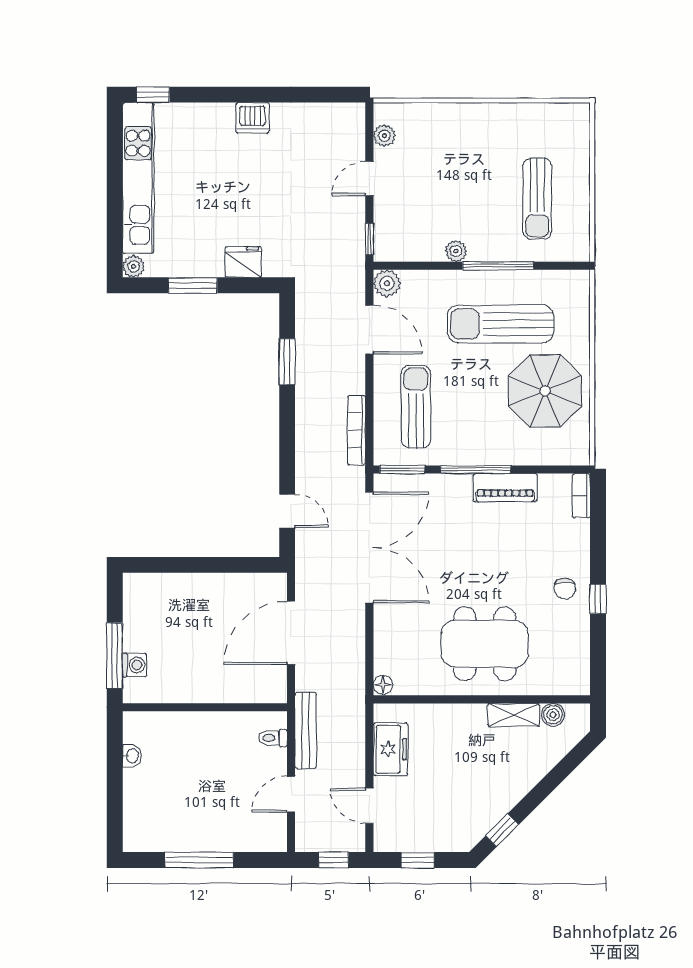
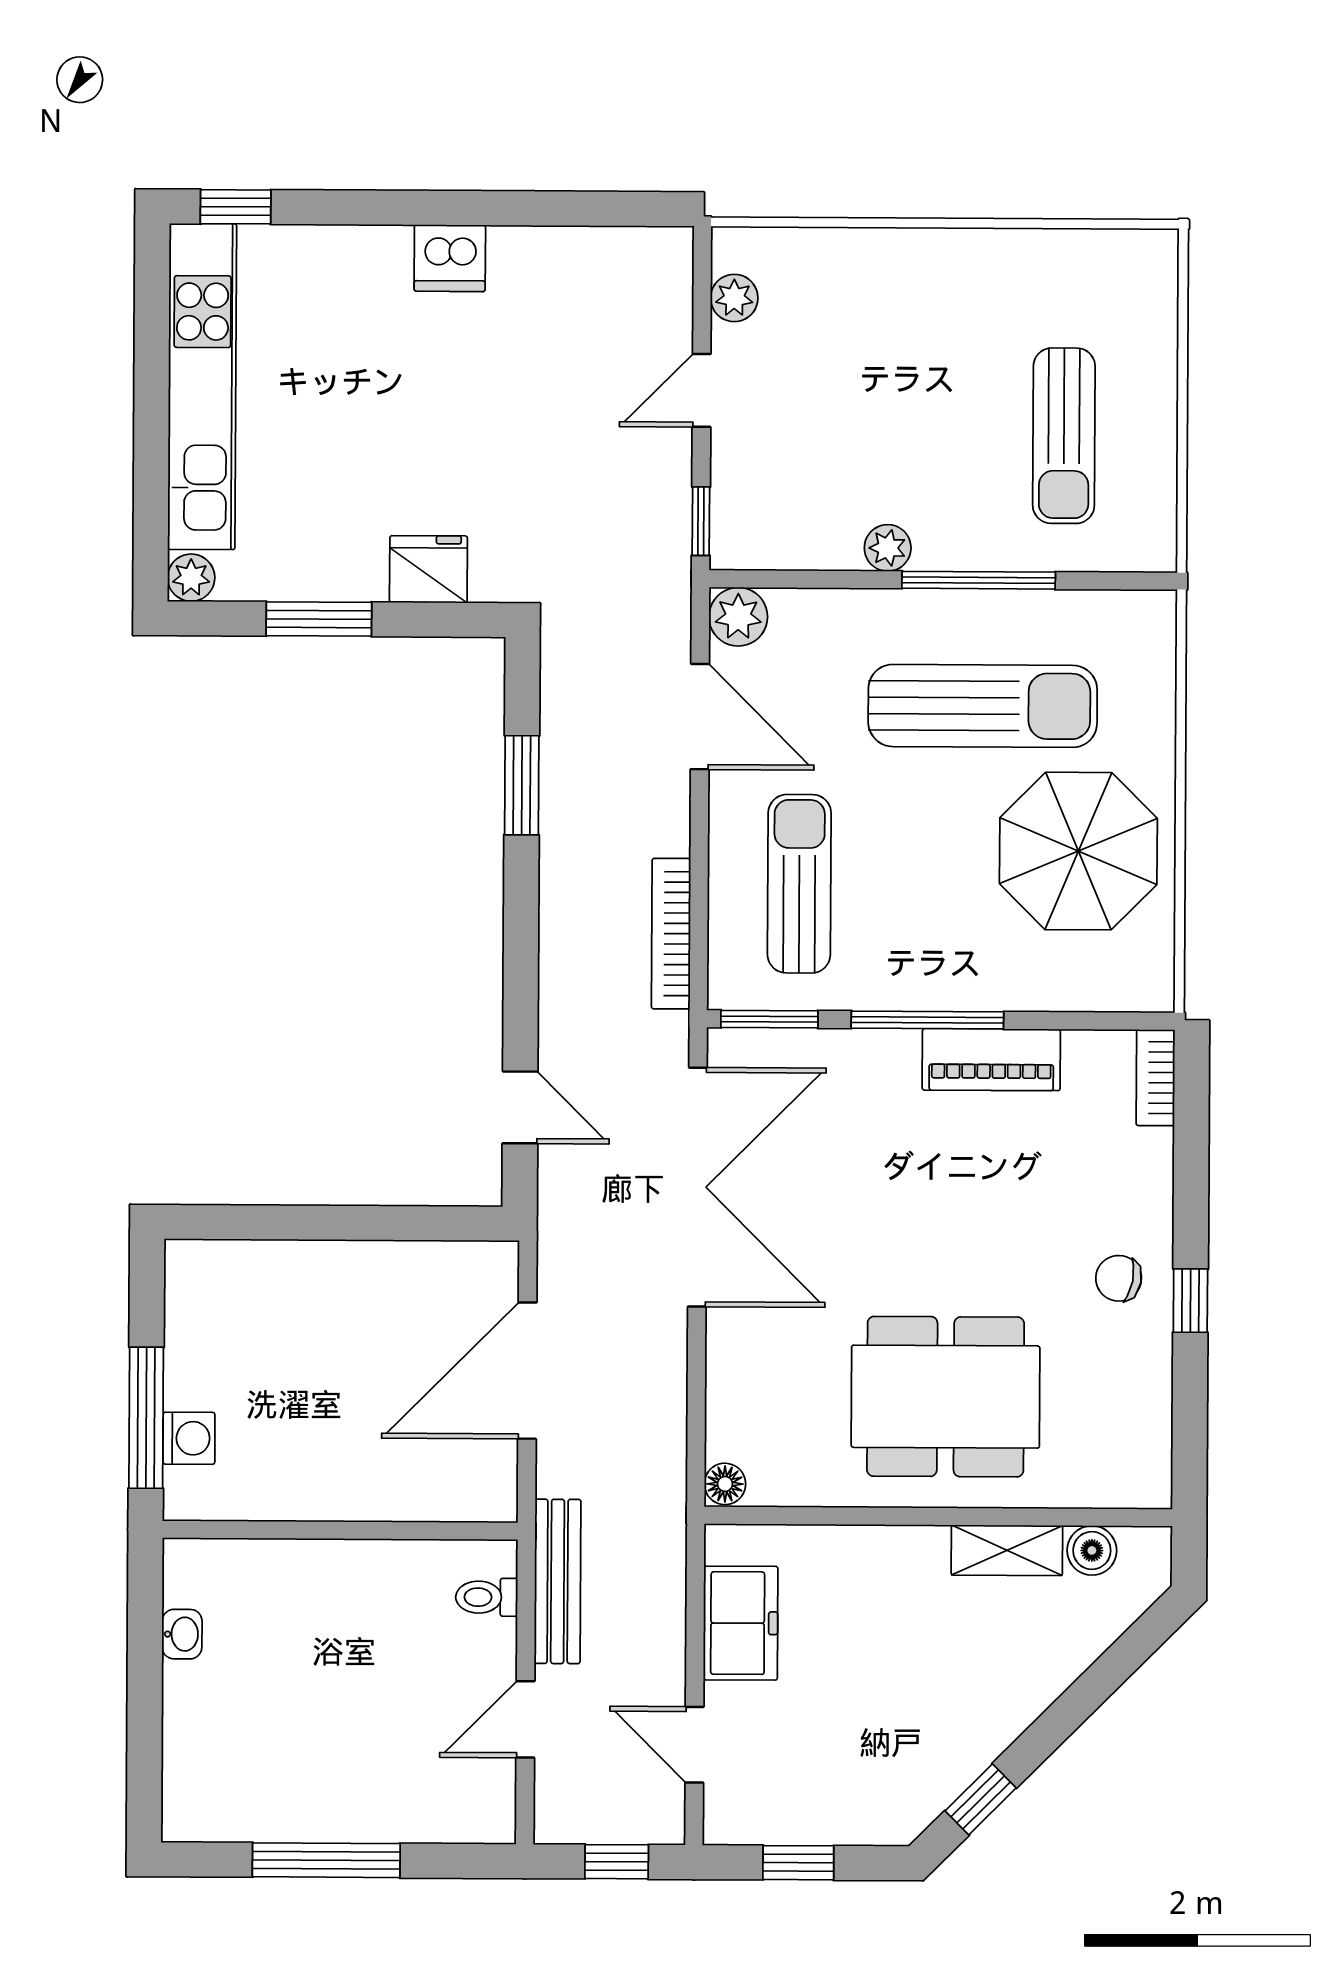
sun lounger: (500, 324) -> (983, 706), turned 180
chair: (565, 589) -> (1119, 1278), turned 101

